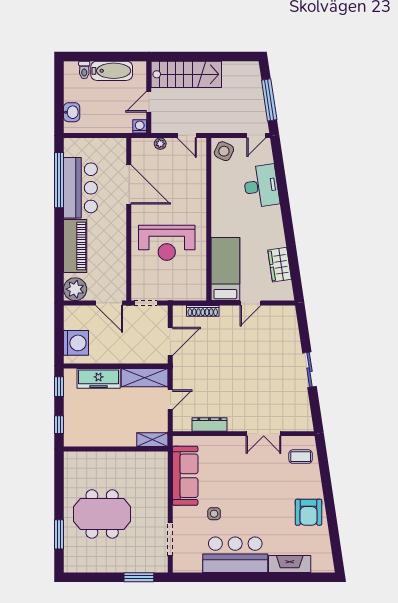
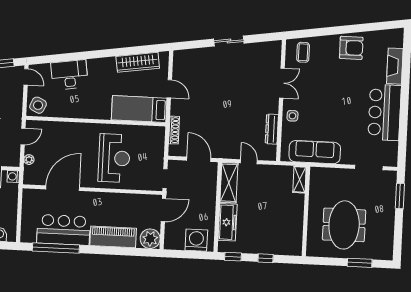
wardrobe: (280, 265) -> (138, 62), width x1.50
shelving: (152, 440) -> (300, 179), moved
wall: (116, 449) -> (306, 211), moved
side table: (214, 514) -> (292, 116), moved

